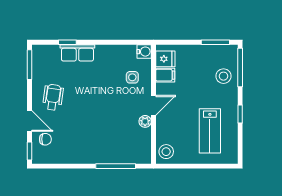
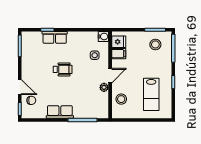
stool: (223, 76) -> (155, 44), moved
wheelchair: (53, 97) -> (63, 69), moved, turned 82
stool: (166, 152) -> (121, 99), moved
row of seats: (85, 155) -> (60, 112), added

